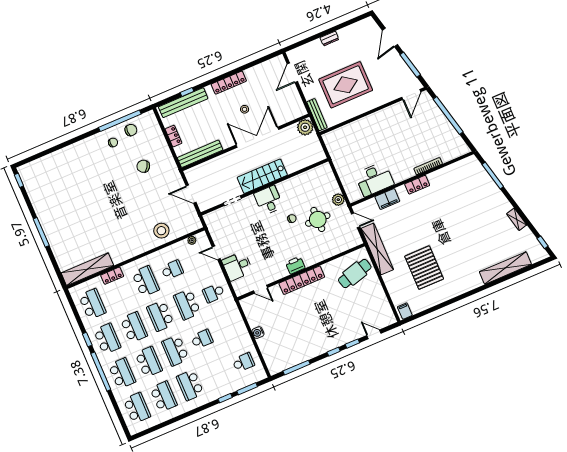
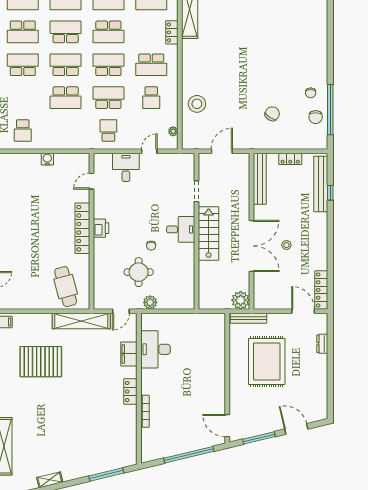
dresser: (329, 39) -> (322, 344), moved
locker: (229, 83) -> (321, 290), moved
school desk: (202, 339) -> (66, 98), width x1.85
school desk: (149, 362) -> (66, 32), turned 180

